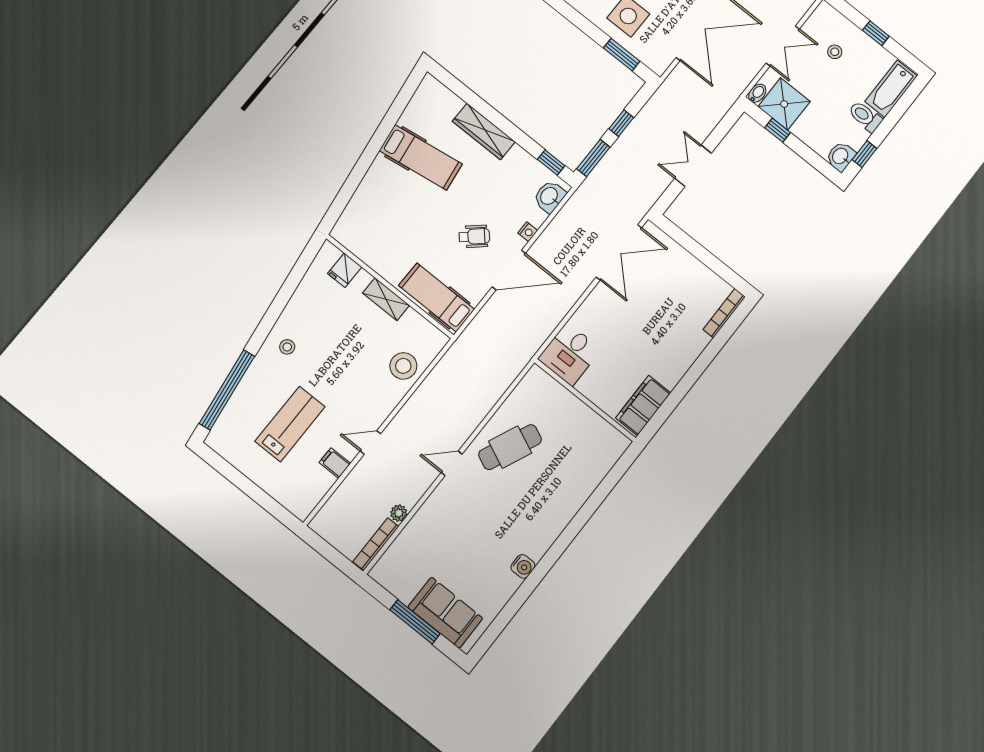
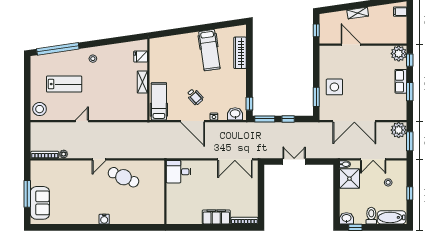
window: (777, 130) -> (336, 184), removed
wardrobe: (484, 131) -> (240, 53), moved
stool: (403, 366) -> (40, 109), moved
filing cabinet: (643, 405) -> (216, 217), moved
door: (370, 442) -> (82, 121), hinge flipped
filing cabinet: (335, 463) -> (63, 114), removed
door: (452, 463) -> (99, 159), swing flipped
water cooler: (523, 566) -> (104, 219), moved

